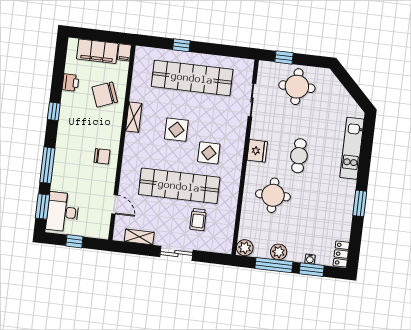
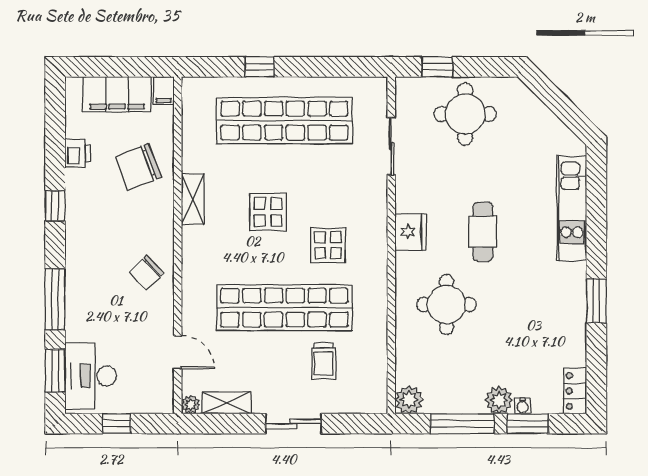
chair: (102, 156) -> (147, 273), turned 136
plant: (118, 235) -> (191, 405), added
plant: (279, 252) -> (499, 400), moved

